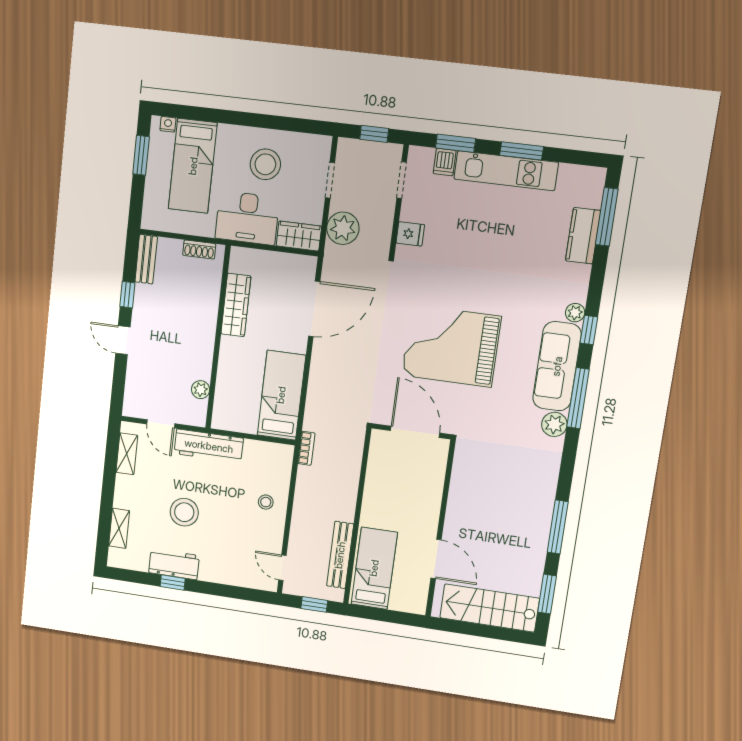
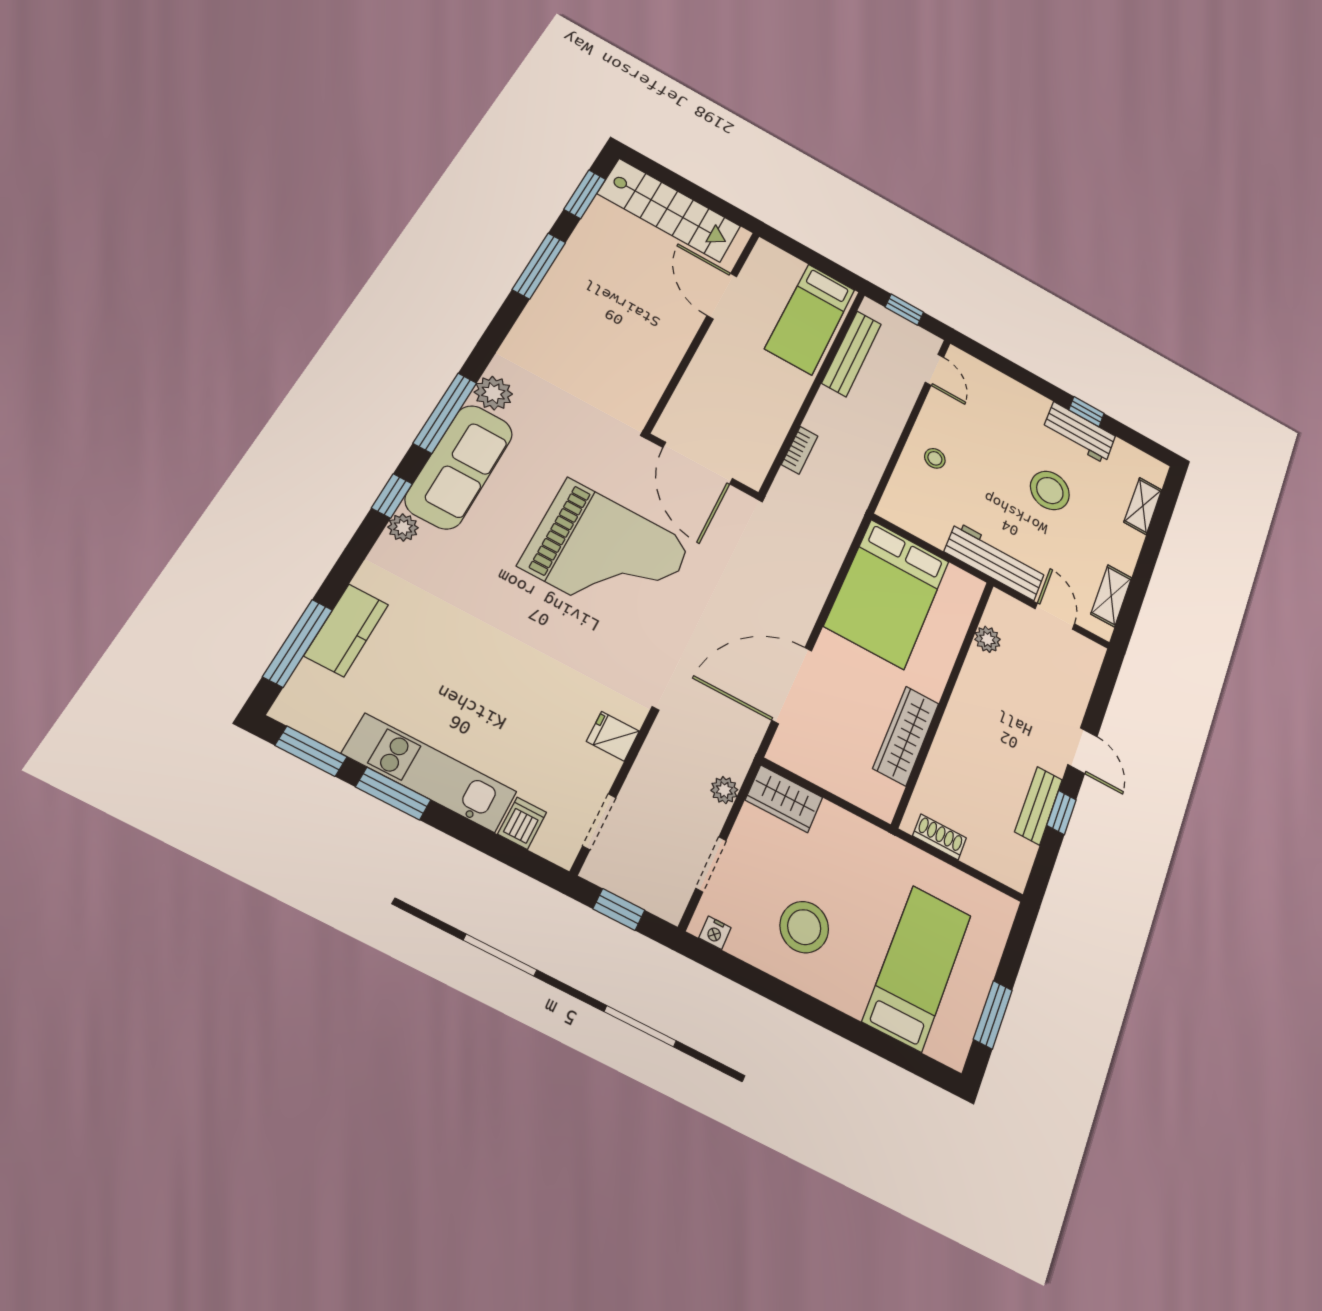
nightstand: (168, 124) -> (715, 933), moved
window: (456, 143) -> (311, 751), moved
desk: (247, 218) -> (855, 856), removed
plant: (343, 228) -> (724, 790), width x0.53, depth x0.53
bench: (146, 259) -> (1039, 806), moved
bed: (281, 395) -> (887, 593), width x1.50
bookcase: (306, 448) -> (800, 450), moved, turned 180

